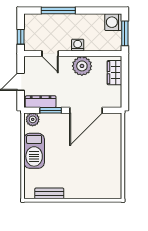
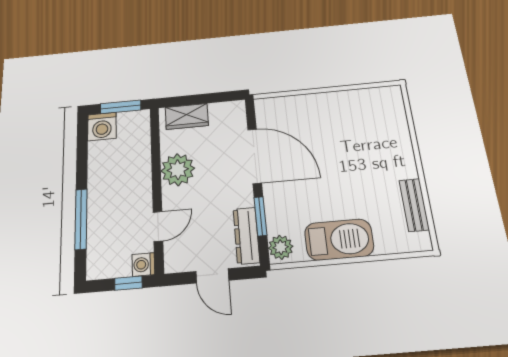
washing machine: (78, 45) -> (143, 265), moved

